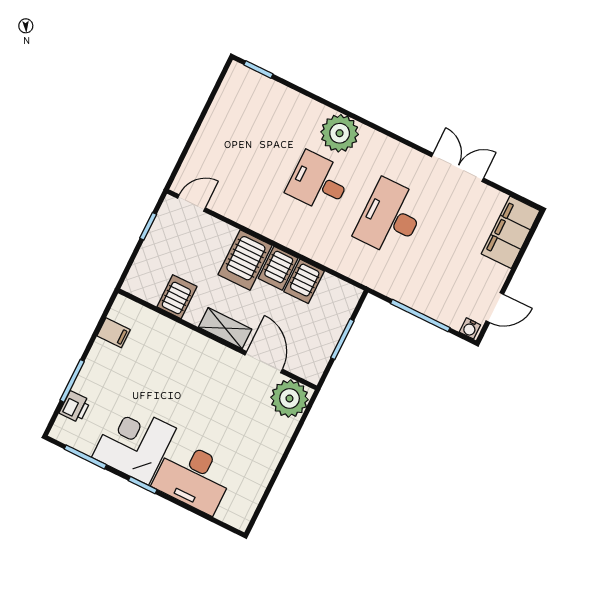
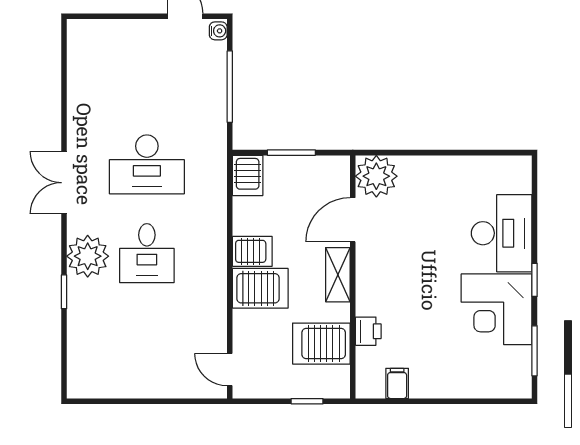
window: (258, 69) -> (64, 292), moved
double door: (457, 167) -> (64, 183), moved
window: (148, 226) -> (307, 401), moved
filing cabinet: (511, 232) -> (103, 38), removed
server rack: (304, 281) -> (248, 175), moved, turned 90
server rack: (177, 297) -> (321, 344), width x1.36, depth x1.44
window: (72, 381) -> (465, 401), removed
printer: (75, 407) -> (368, 331), moved, turned 90

